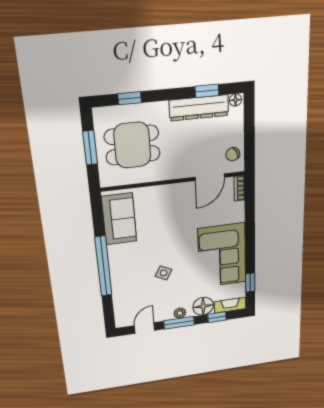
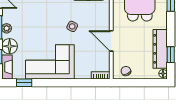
door: (210, 177) -> (111, 41), moved
side table: (164, 273) -> (72, 26), moved

